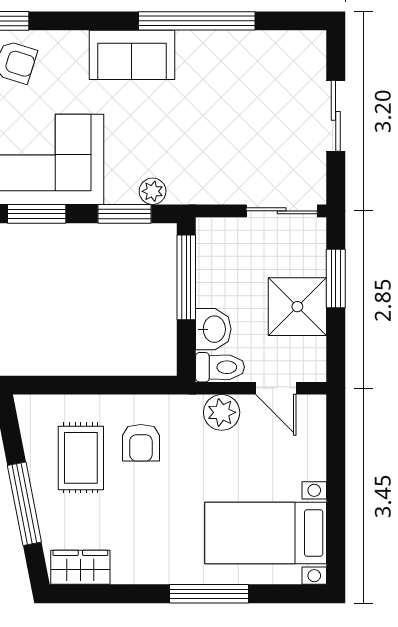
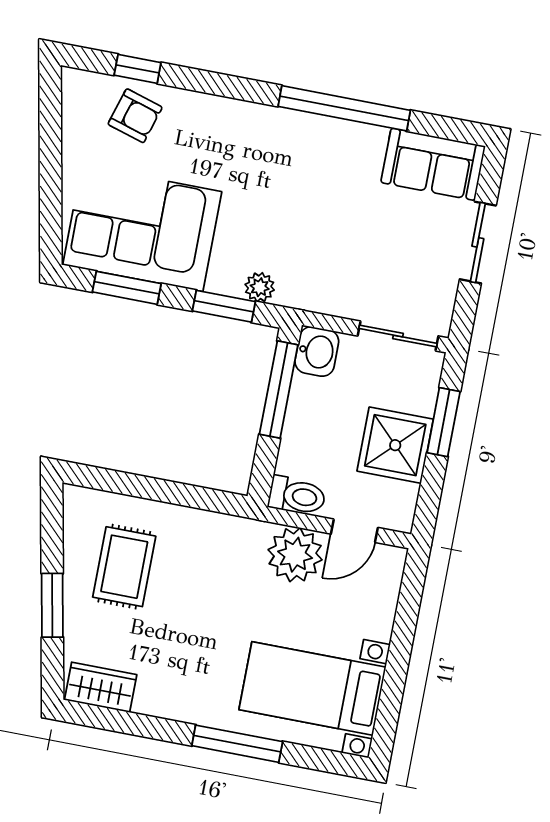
sofa: (132, 55) -> (433, 164), moved
washbasin: (213, 329) -> (317, 351), moved
door: (276, 388) -> (354, 531), hinge flipped
plant: (222, 412) -> (295, 555), width x1.36, depth x1.36
armchair: (141, 443) -> (194, 562), removed
window: (24, 504) -> (52, 605), width x0.69

